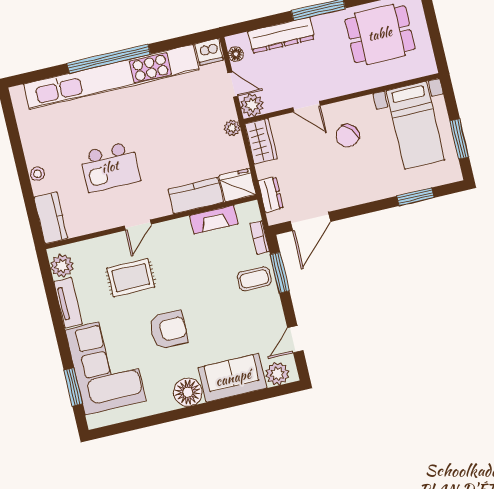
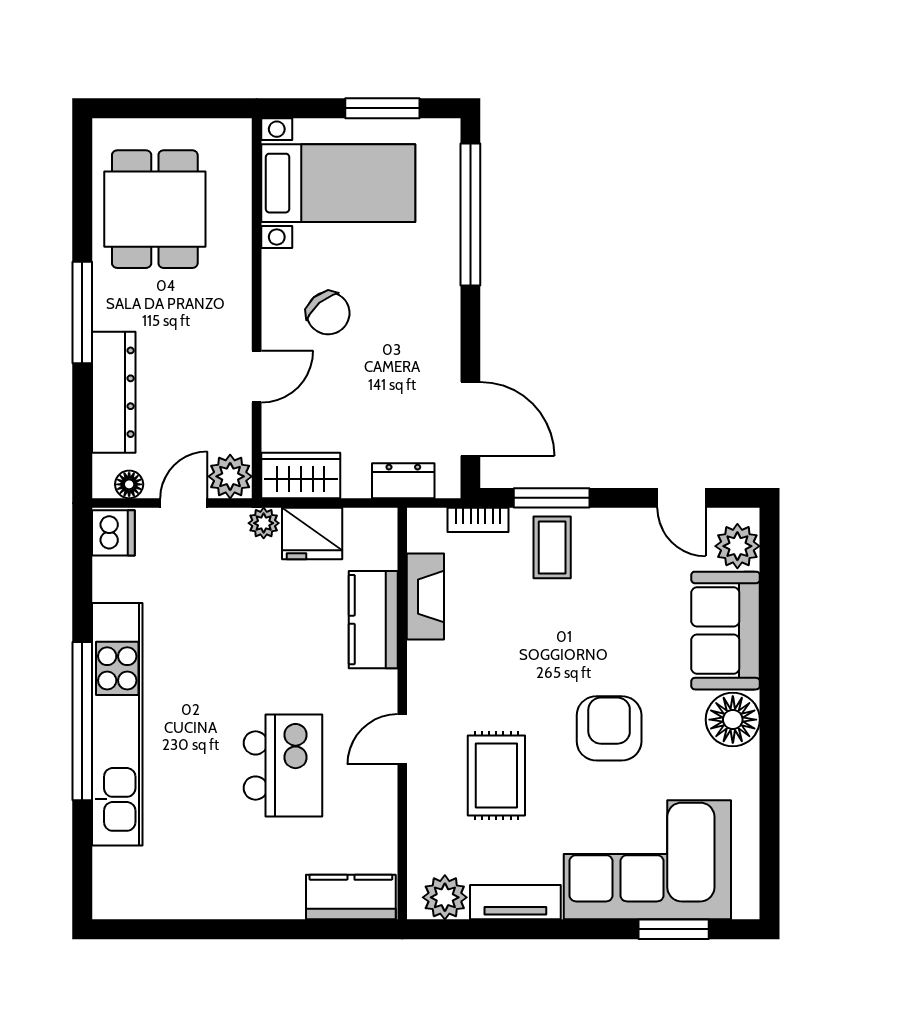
kitchen unit: (111, 77) -> (117, 724), width x0.73
stool: (37, 174) -> (264, 903), removed
fridge: (238, 185) -> (312, 534), moved, turned -90
window: (415, 197) -> (470, 214), width x2.11
door: (138, 225) -> (402, 739), swing flipped

